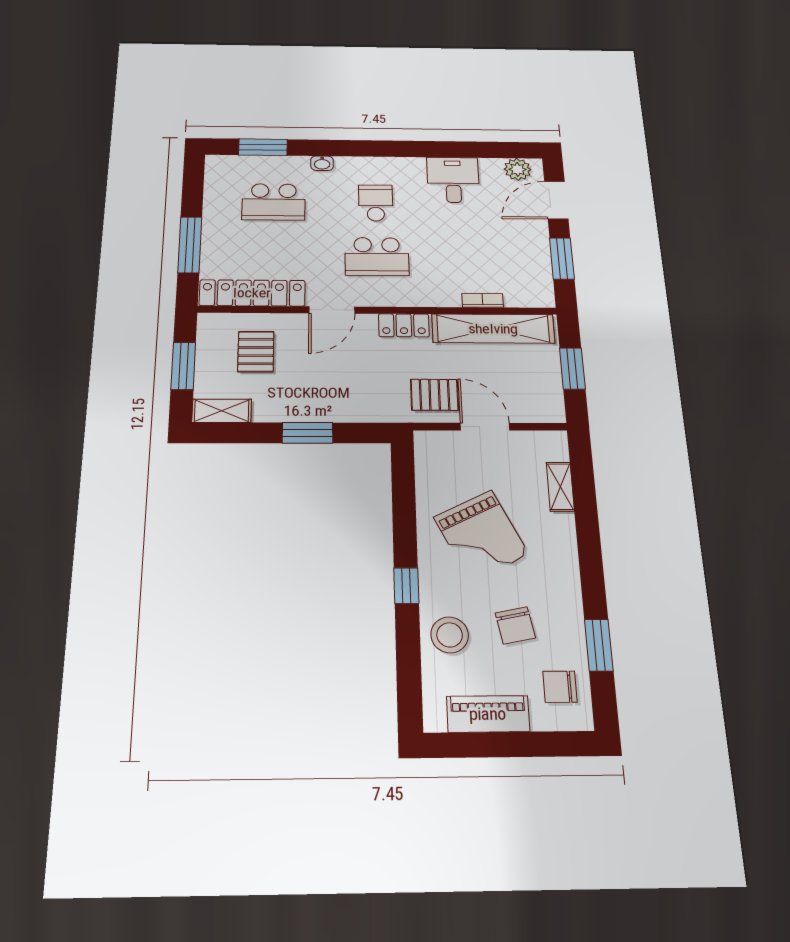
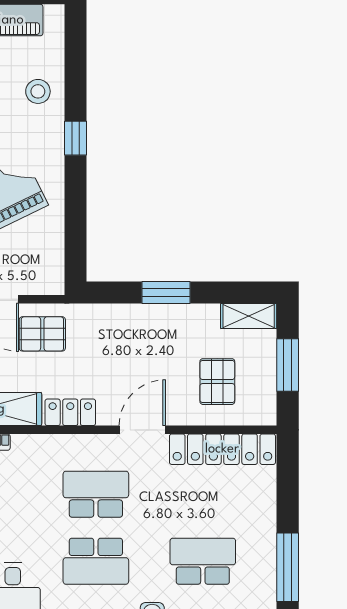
school desk: (376, 203) -> (96, 561), width x1.85
window: (190, 245) -> (288, 567), moved
stool: (450, 635) -> (38, 91), width x0.73, depth x0.73

